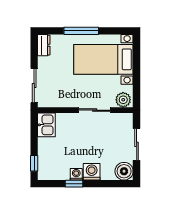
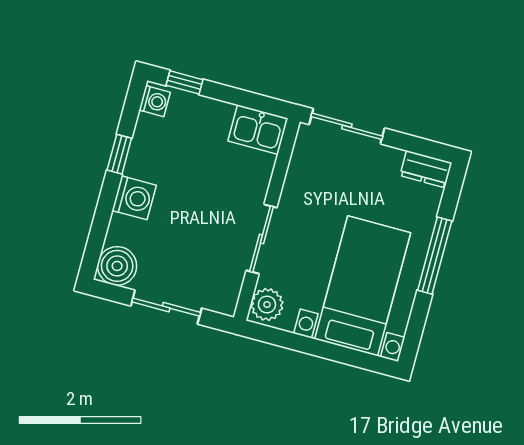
washing machine: (76, 174) -> (155, 101), moved

